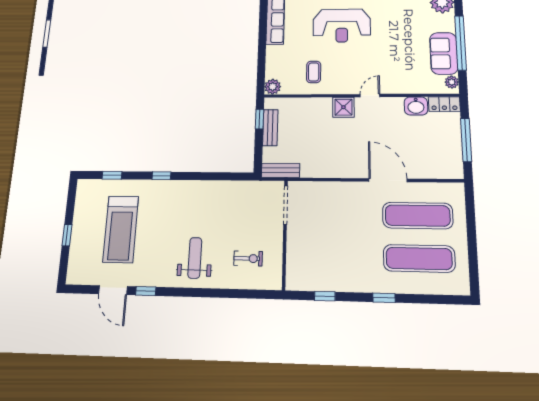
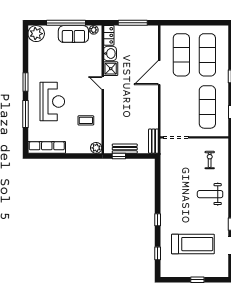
shower: (343, 107) -> (111, 69), moved
exercise mat: (333, 257) -> (207, 107), added

